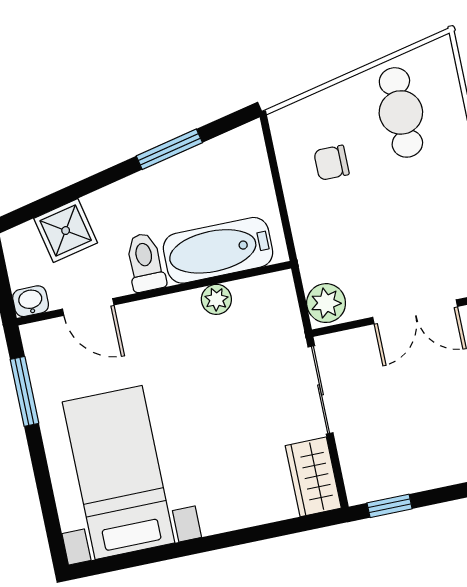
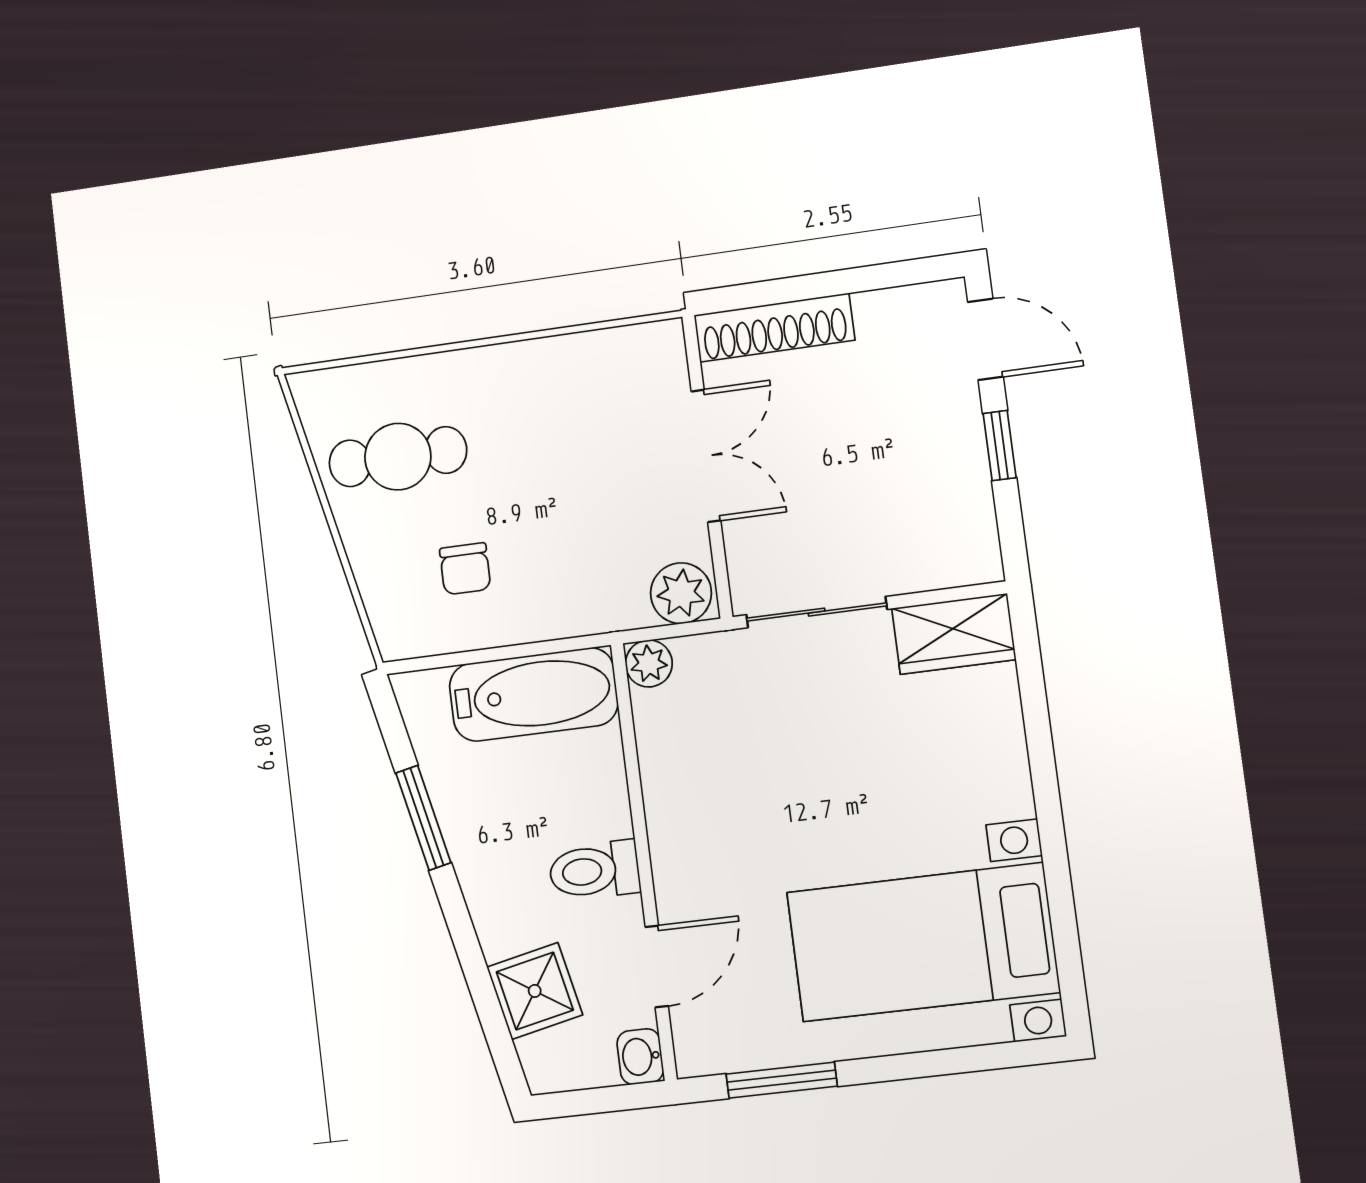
bathtub: (218, 250) -> (534, 694), moved, turned -90
plant: (216, 299) -> (649, 663), moved
window: (390, 506) -> (1000, 446), moved

